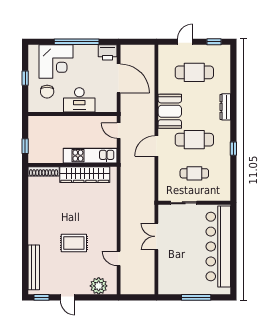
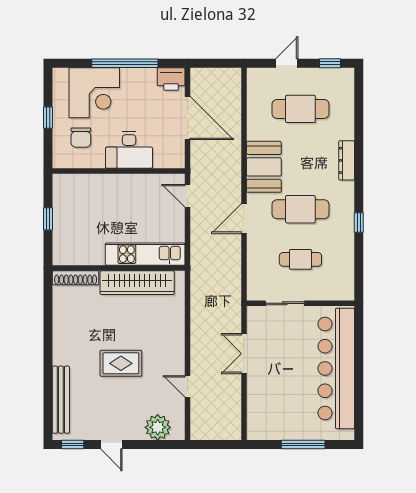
kitchen unit: (90, 156) -> (145, 254), moved
wall: (72, 165) -> (119, 268), moved
shoe rack: (44, 171) -> (76, 278), moved
wardrobe: (85, 175) -> (137, 283), moved

